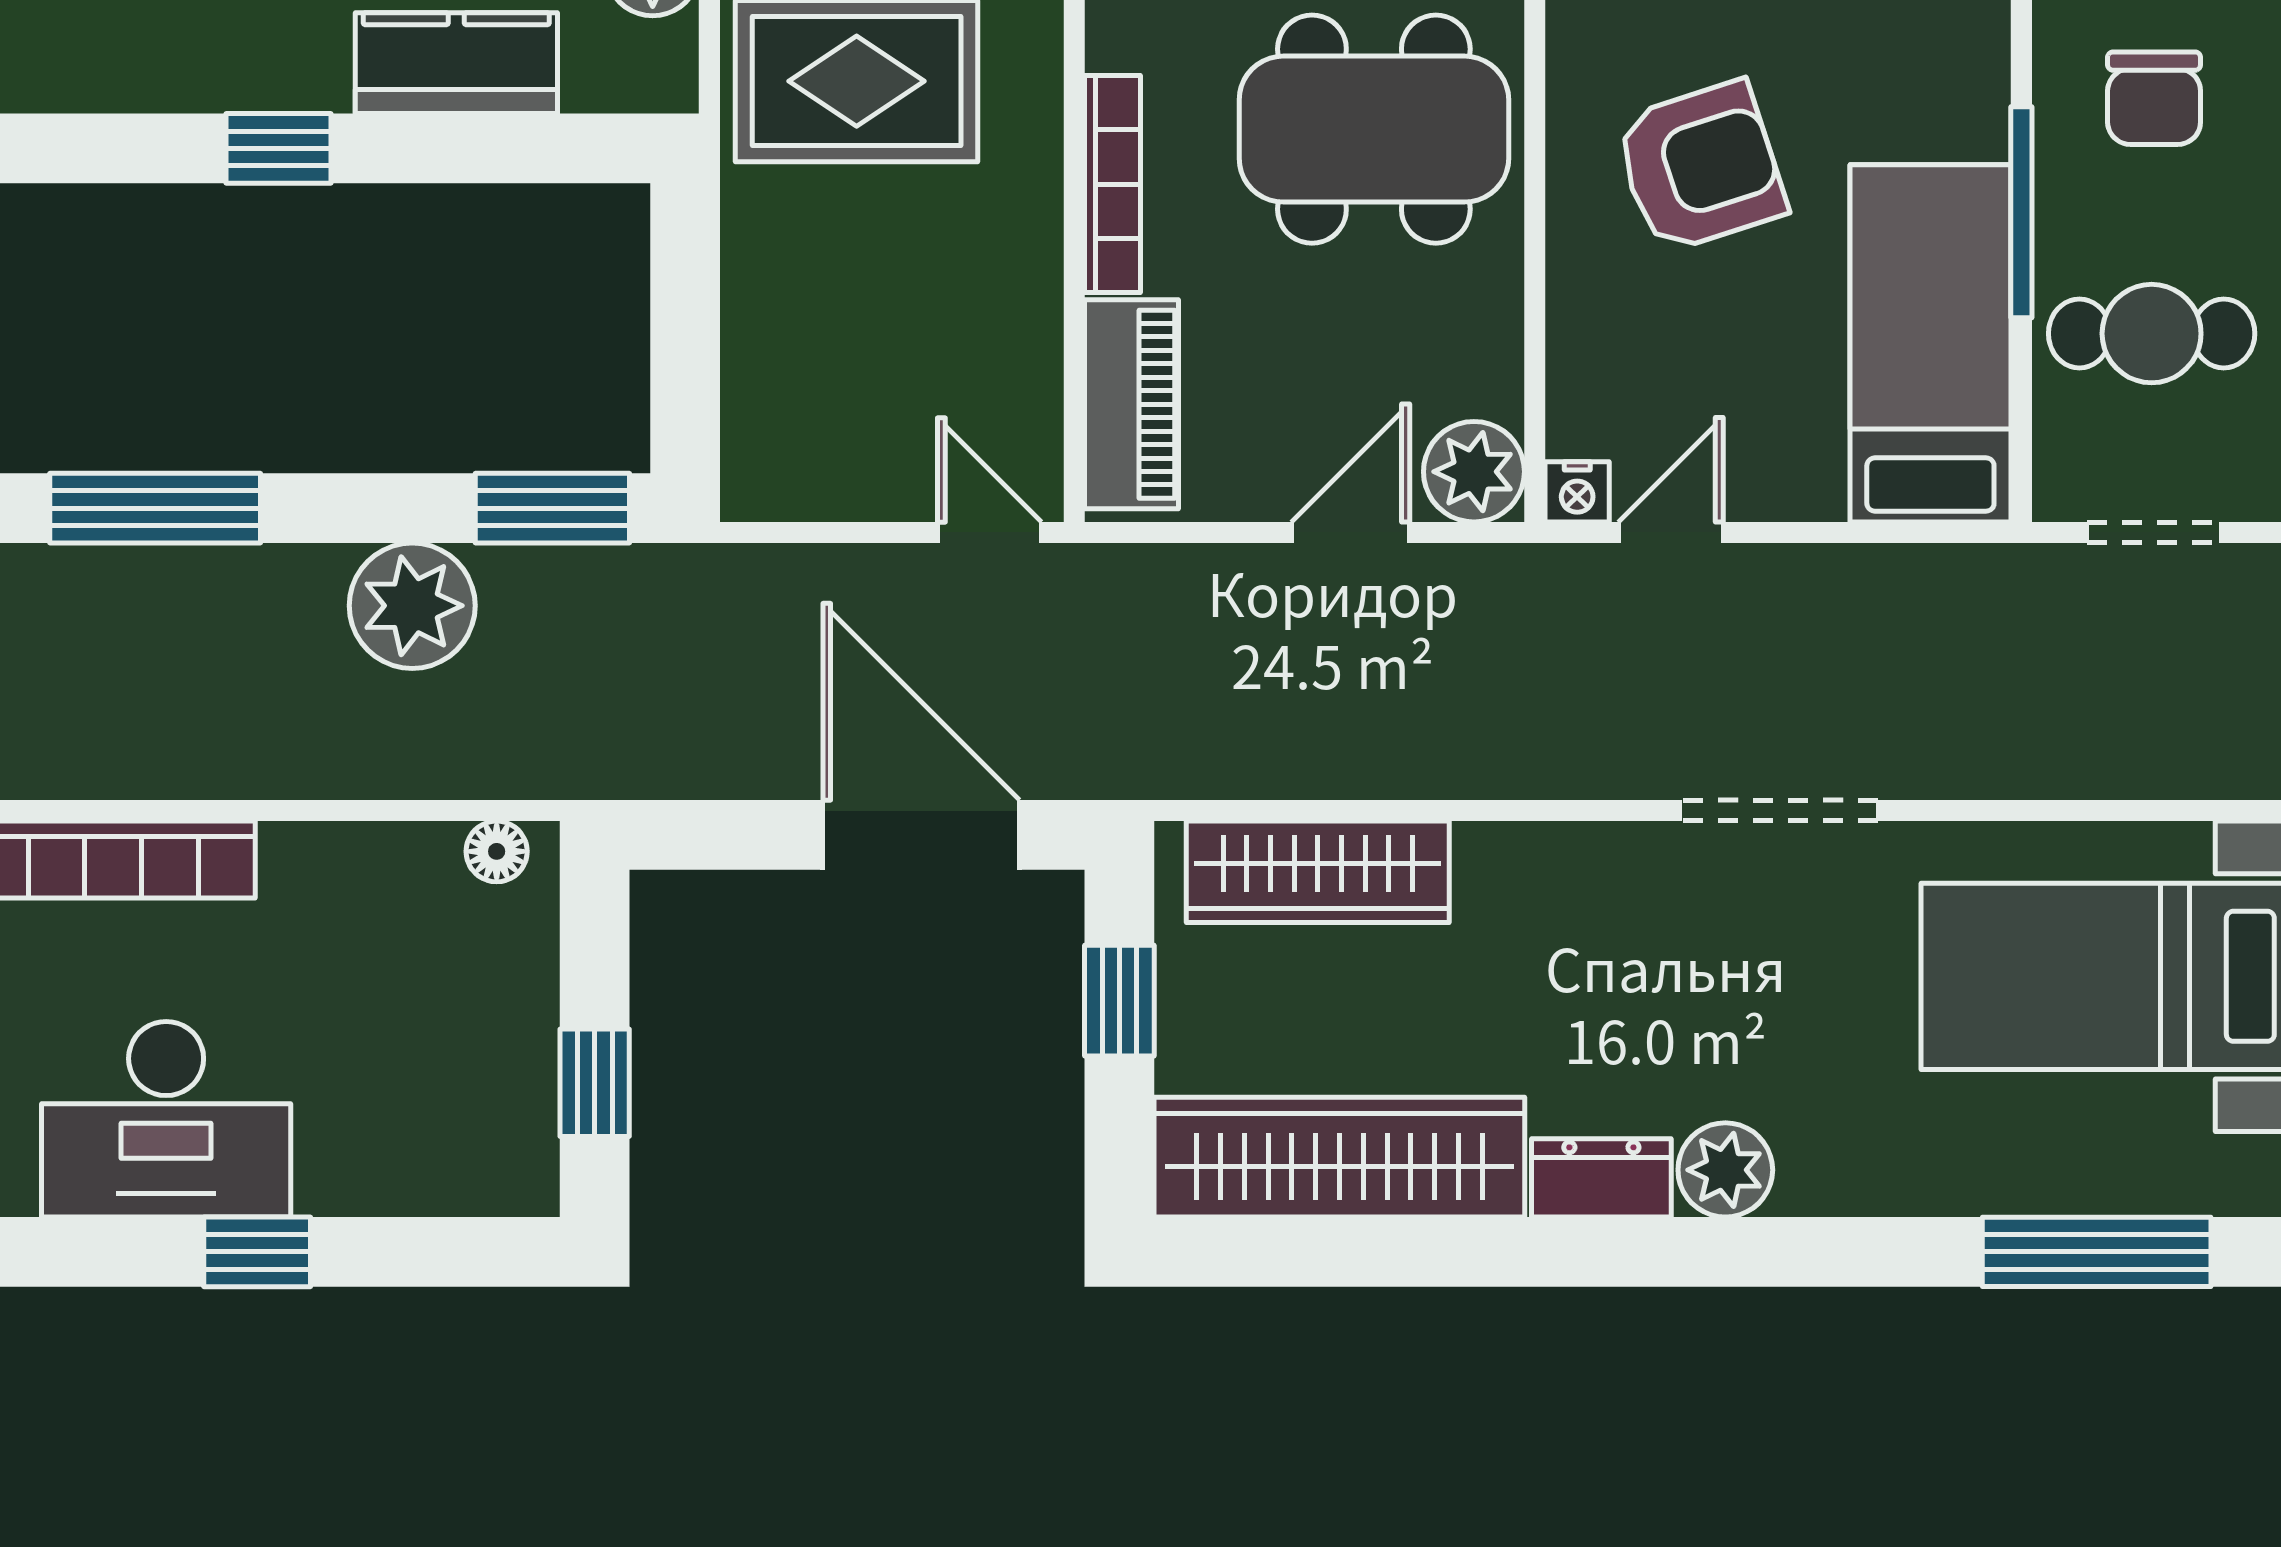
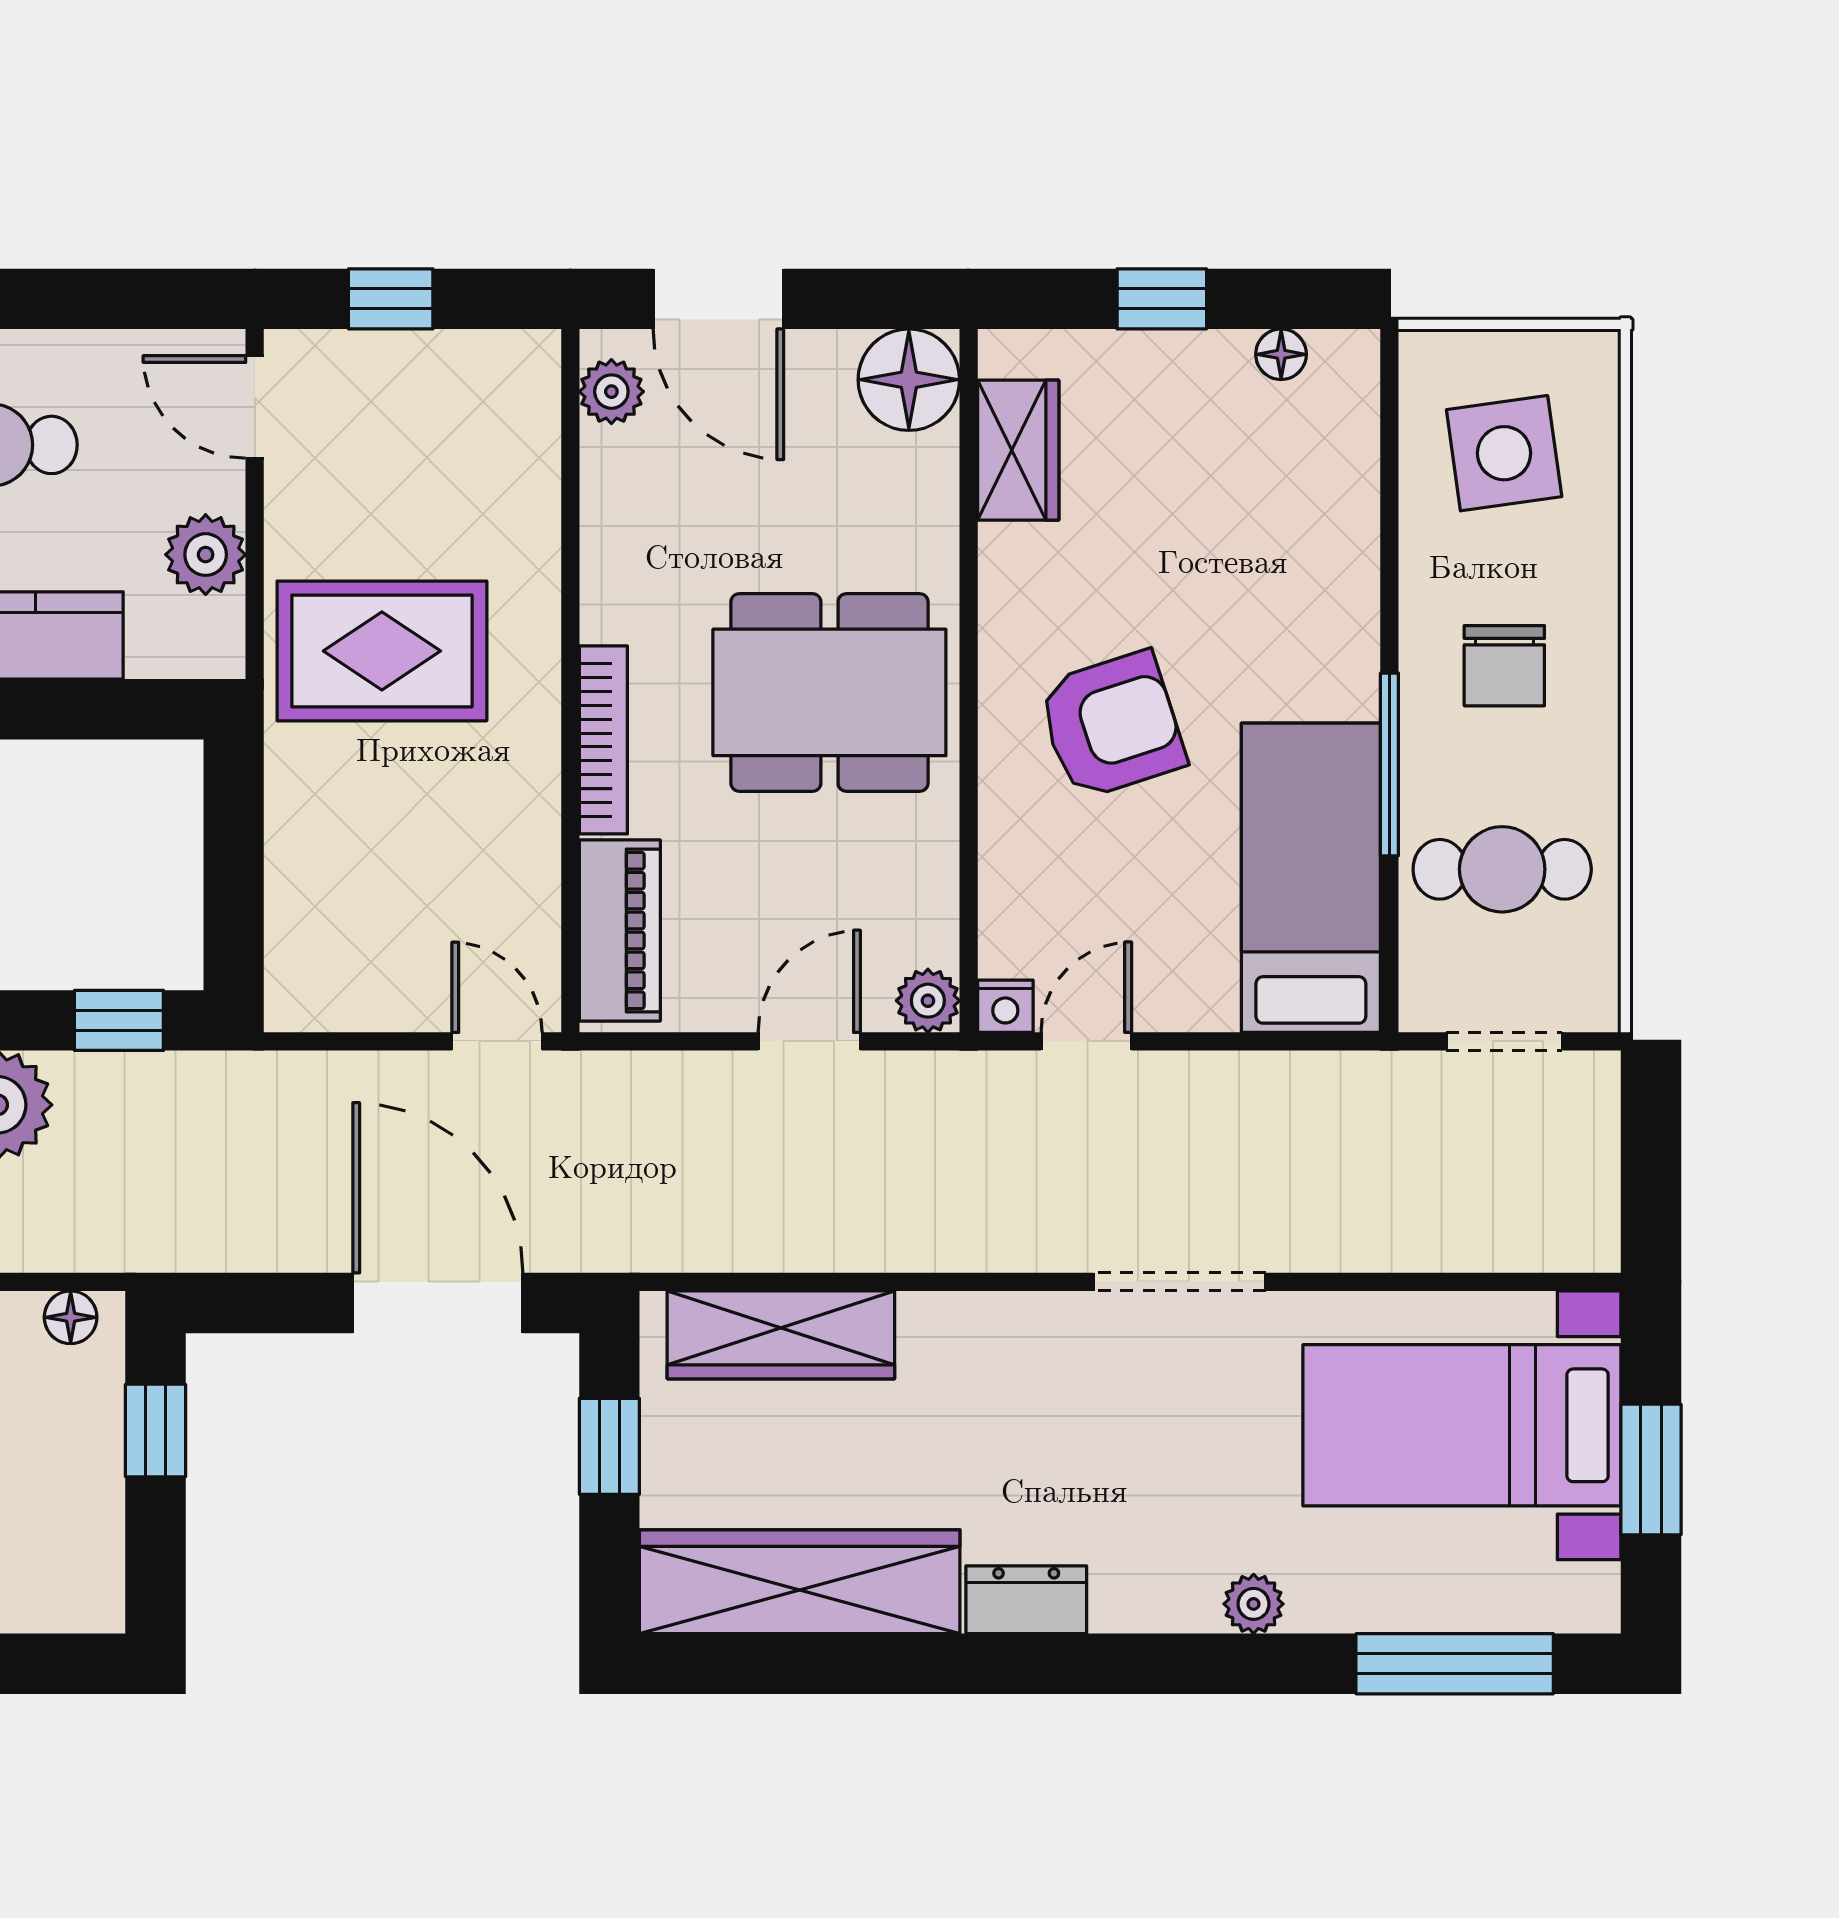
plant: (1474, 472) -> (928, 1001), width x0.73, depth x0.73
window: (552, 508) -> (119, 1020), width x0.67
window: (595, 1083) -> (155, 1431), moved
plant: (1725, 1170) -> (1254, 1604), moved, width x0.73, depth x0.73

